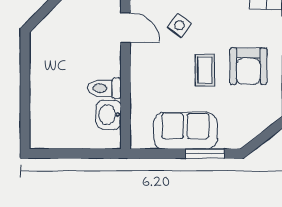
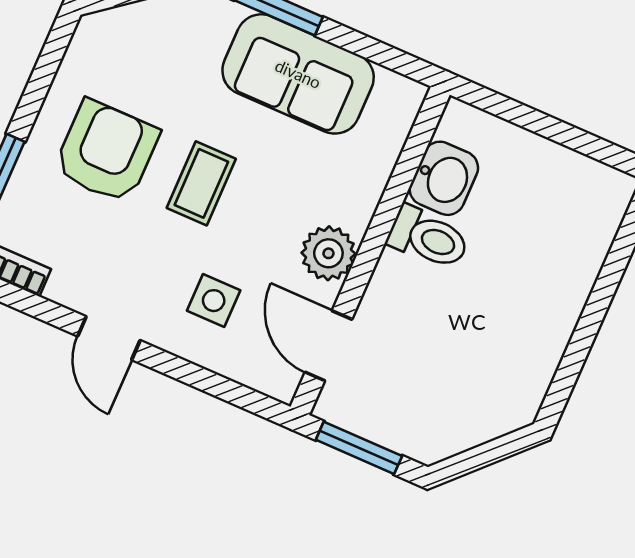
side table: (179, 25) -> (214, 301), turned -38
plant: (142, 64) -> (328, 253), added

